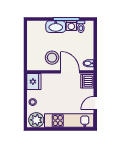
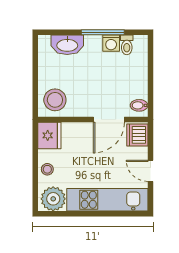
washbasin: (56, 27) -> (67, 45), moved
stool: (52, 58) -> (55, 100), moved
door: (70, 72) -> (109, 120), swing flipped
door: (95, 103) -> (150, 171), hinge flipped

